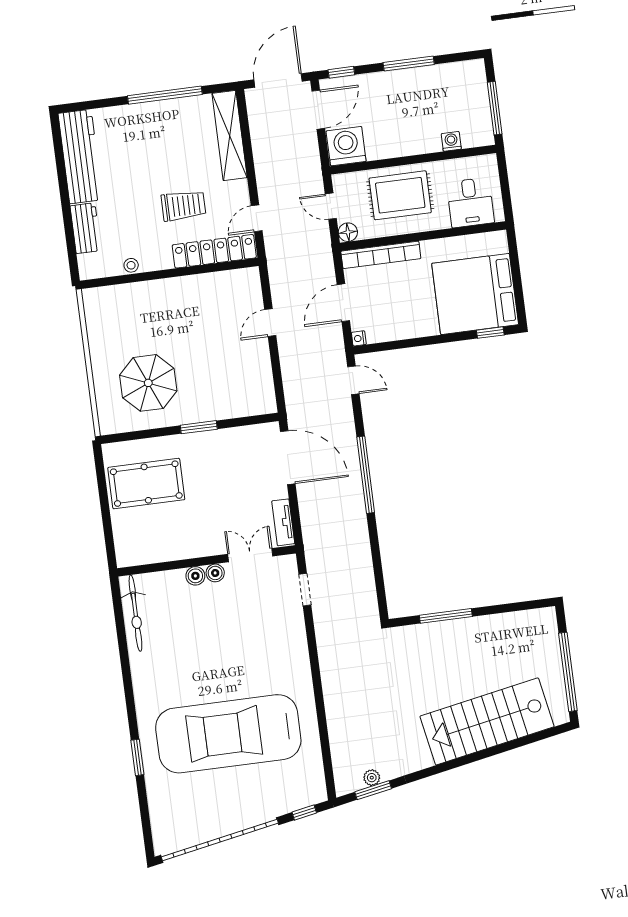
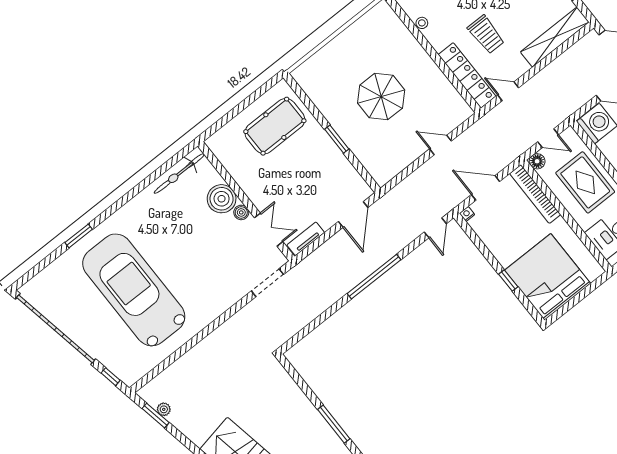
door: (331, 206) -> (548, 138), swing flipped
window: (490, 333) -> (508, 281), moved
parasol: (148, 383) -> (381, 97), moved
door: (288, 458) -> (353, 215), width x0.73
pool table: (146, 484) -> (275, 126), turned 90
boiler: (195, 576) -> (222, 199), width x1.86, depth x1.86
doorway: (305, 590) -> (268, 283), width x1.38
window: (446, 616) -> (334, 424), moved

